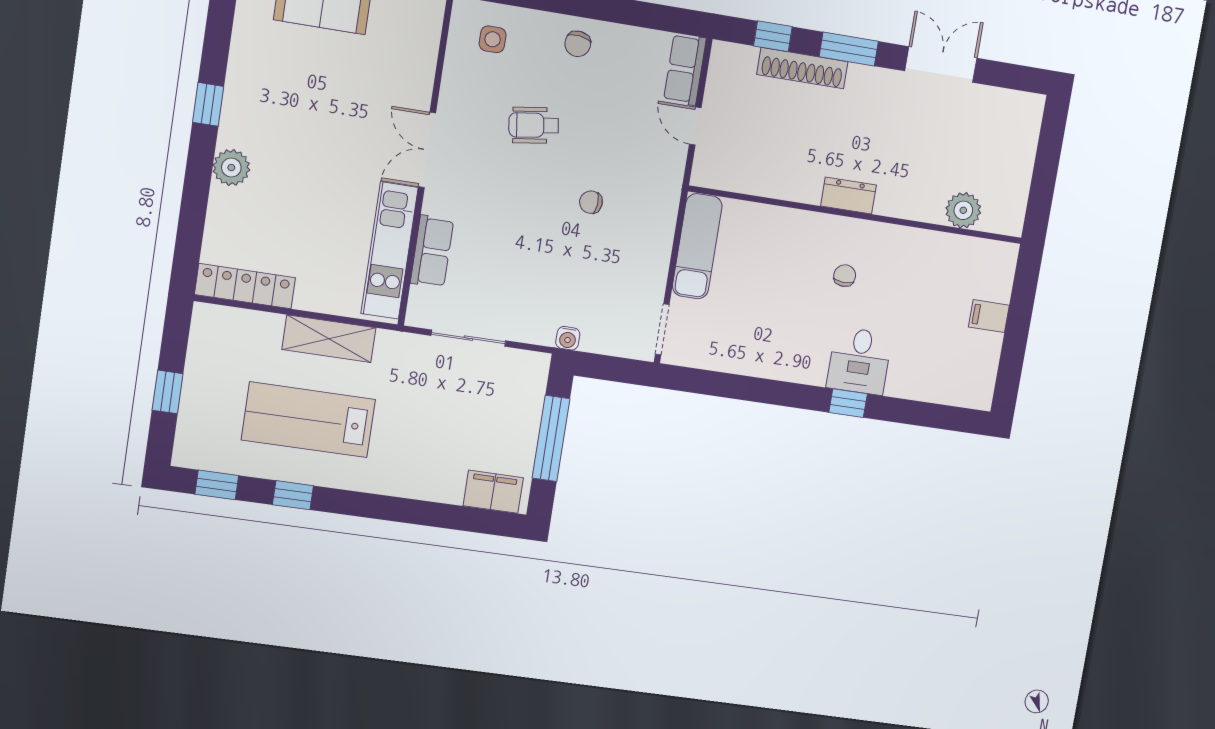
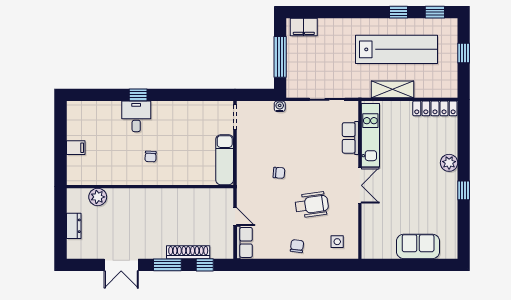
wheelchair: (534, 125) -> (312, 205), width x1.36, depth x1.37
dresser: (848, 196) -> (74, 226), moved, turned -90
lab bench: (308, 420) -> (396, 49), width x1.36

